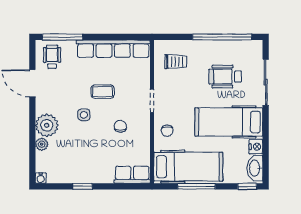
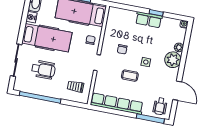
row of seats: (132, 175) -> (149, 20), moved

